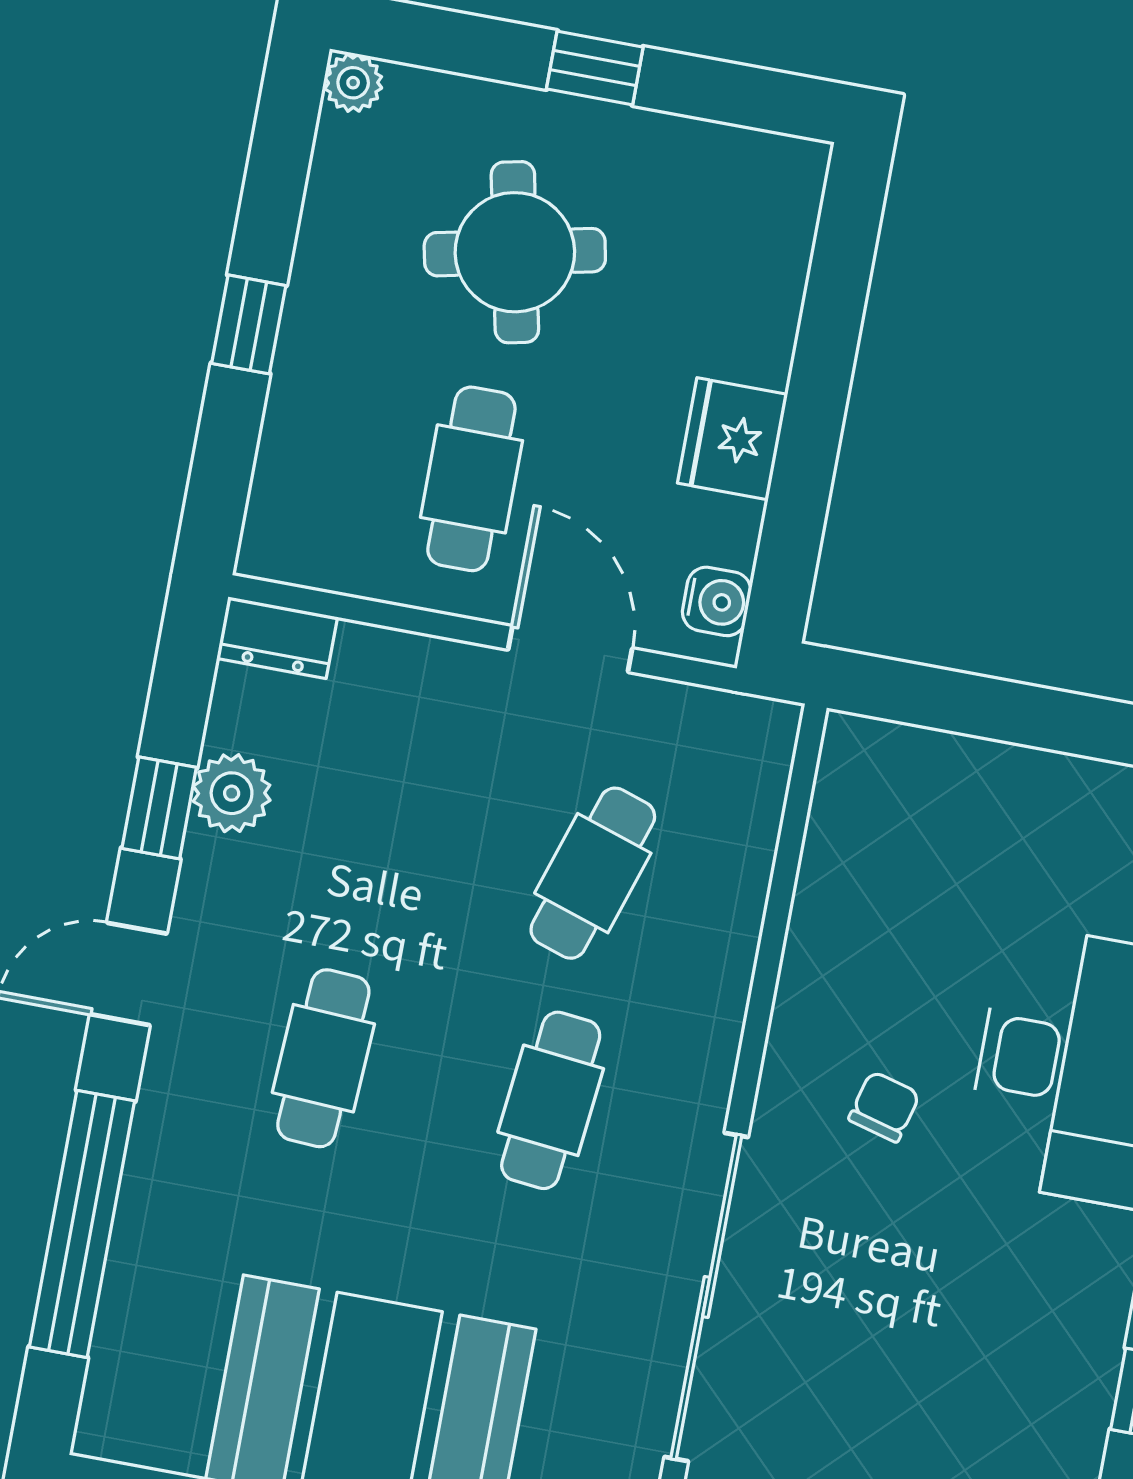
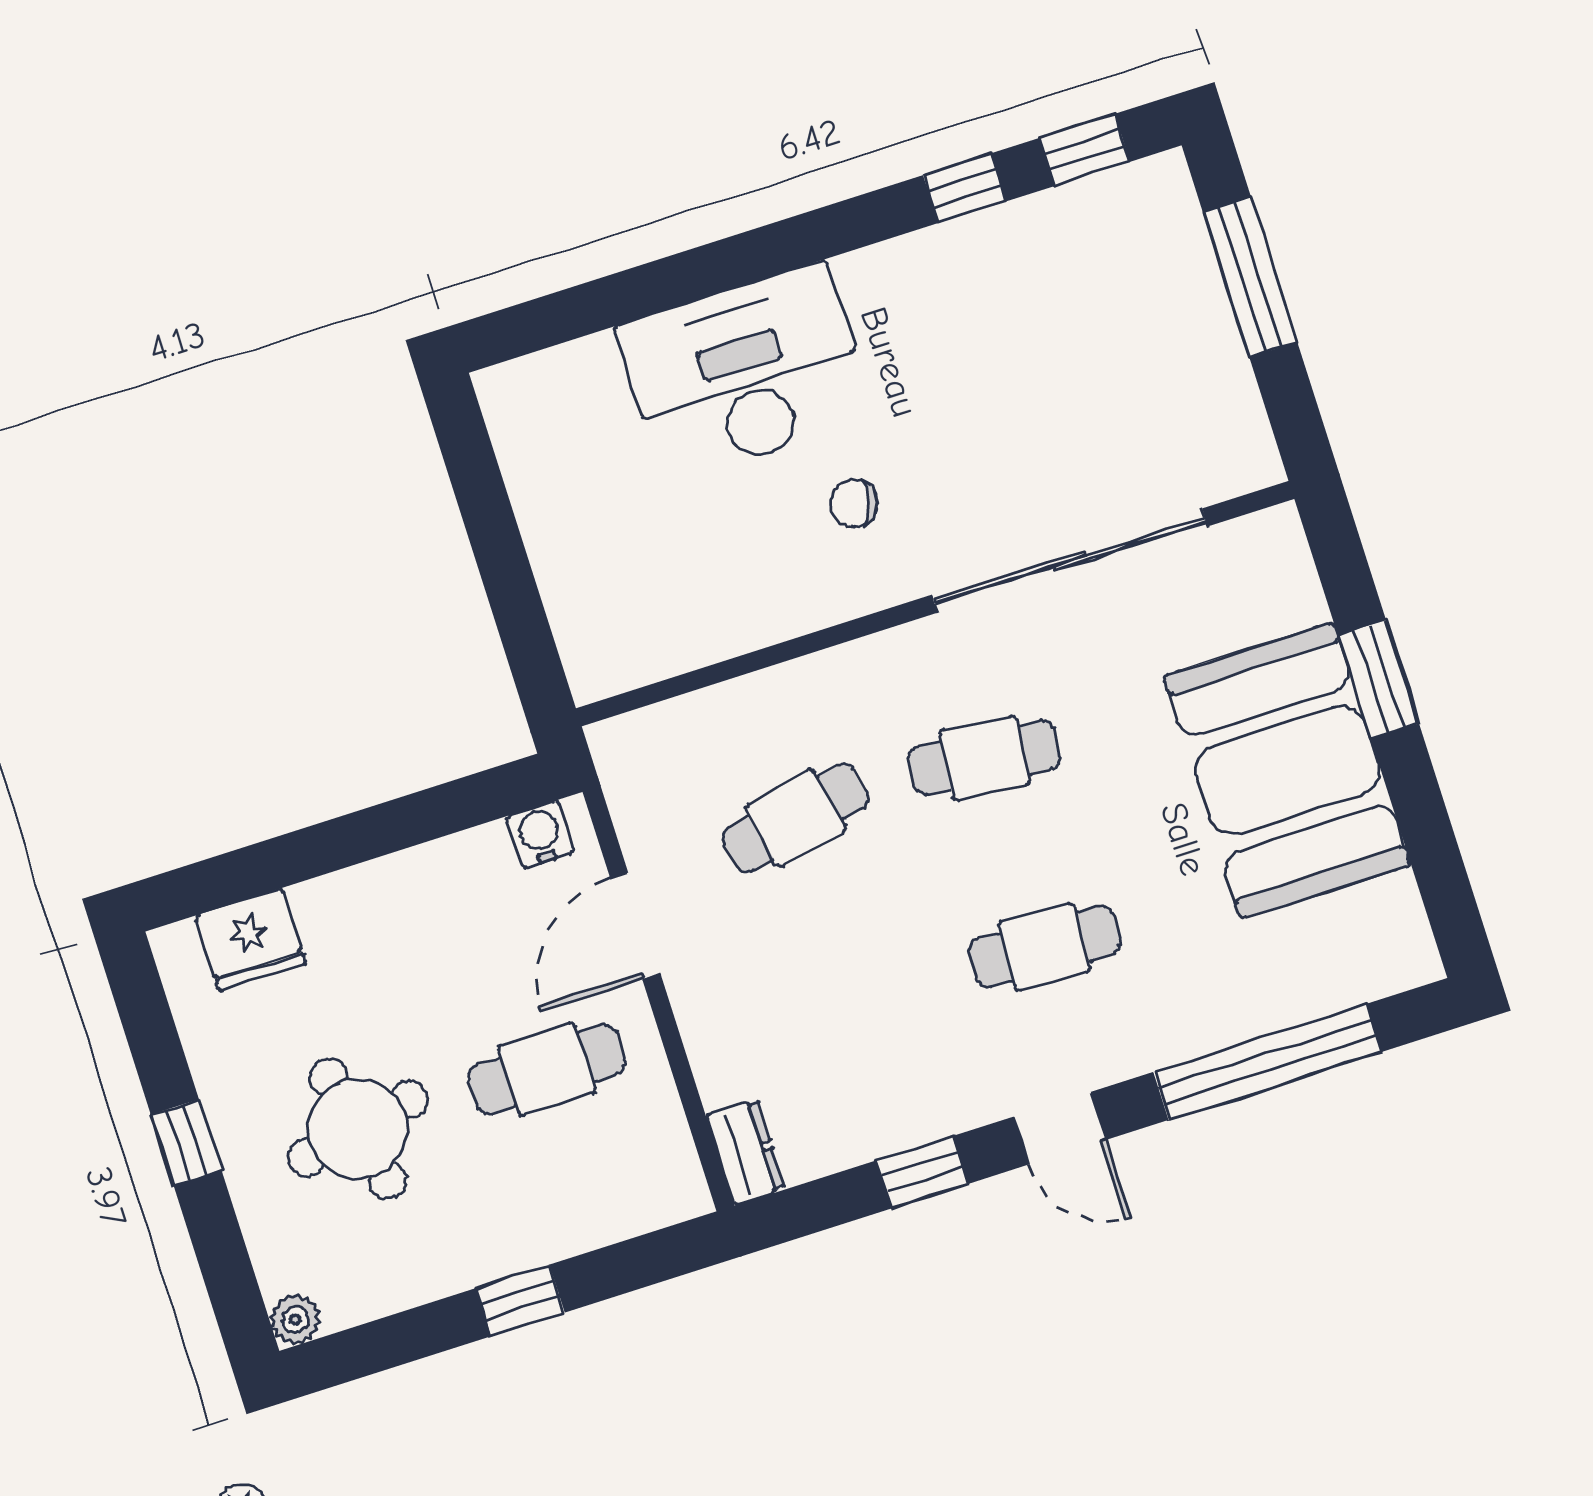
fridge: (733, 439) -> (251, 940), moved
plant: (232, 793) -> (882, 1123), removed
cafe table: (593, 873) -> (796, 818), turned -30

